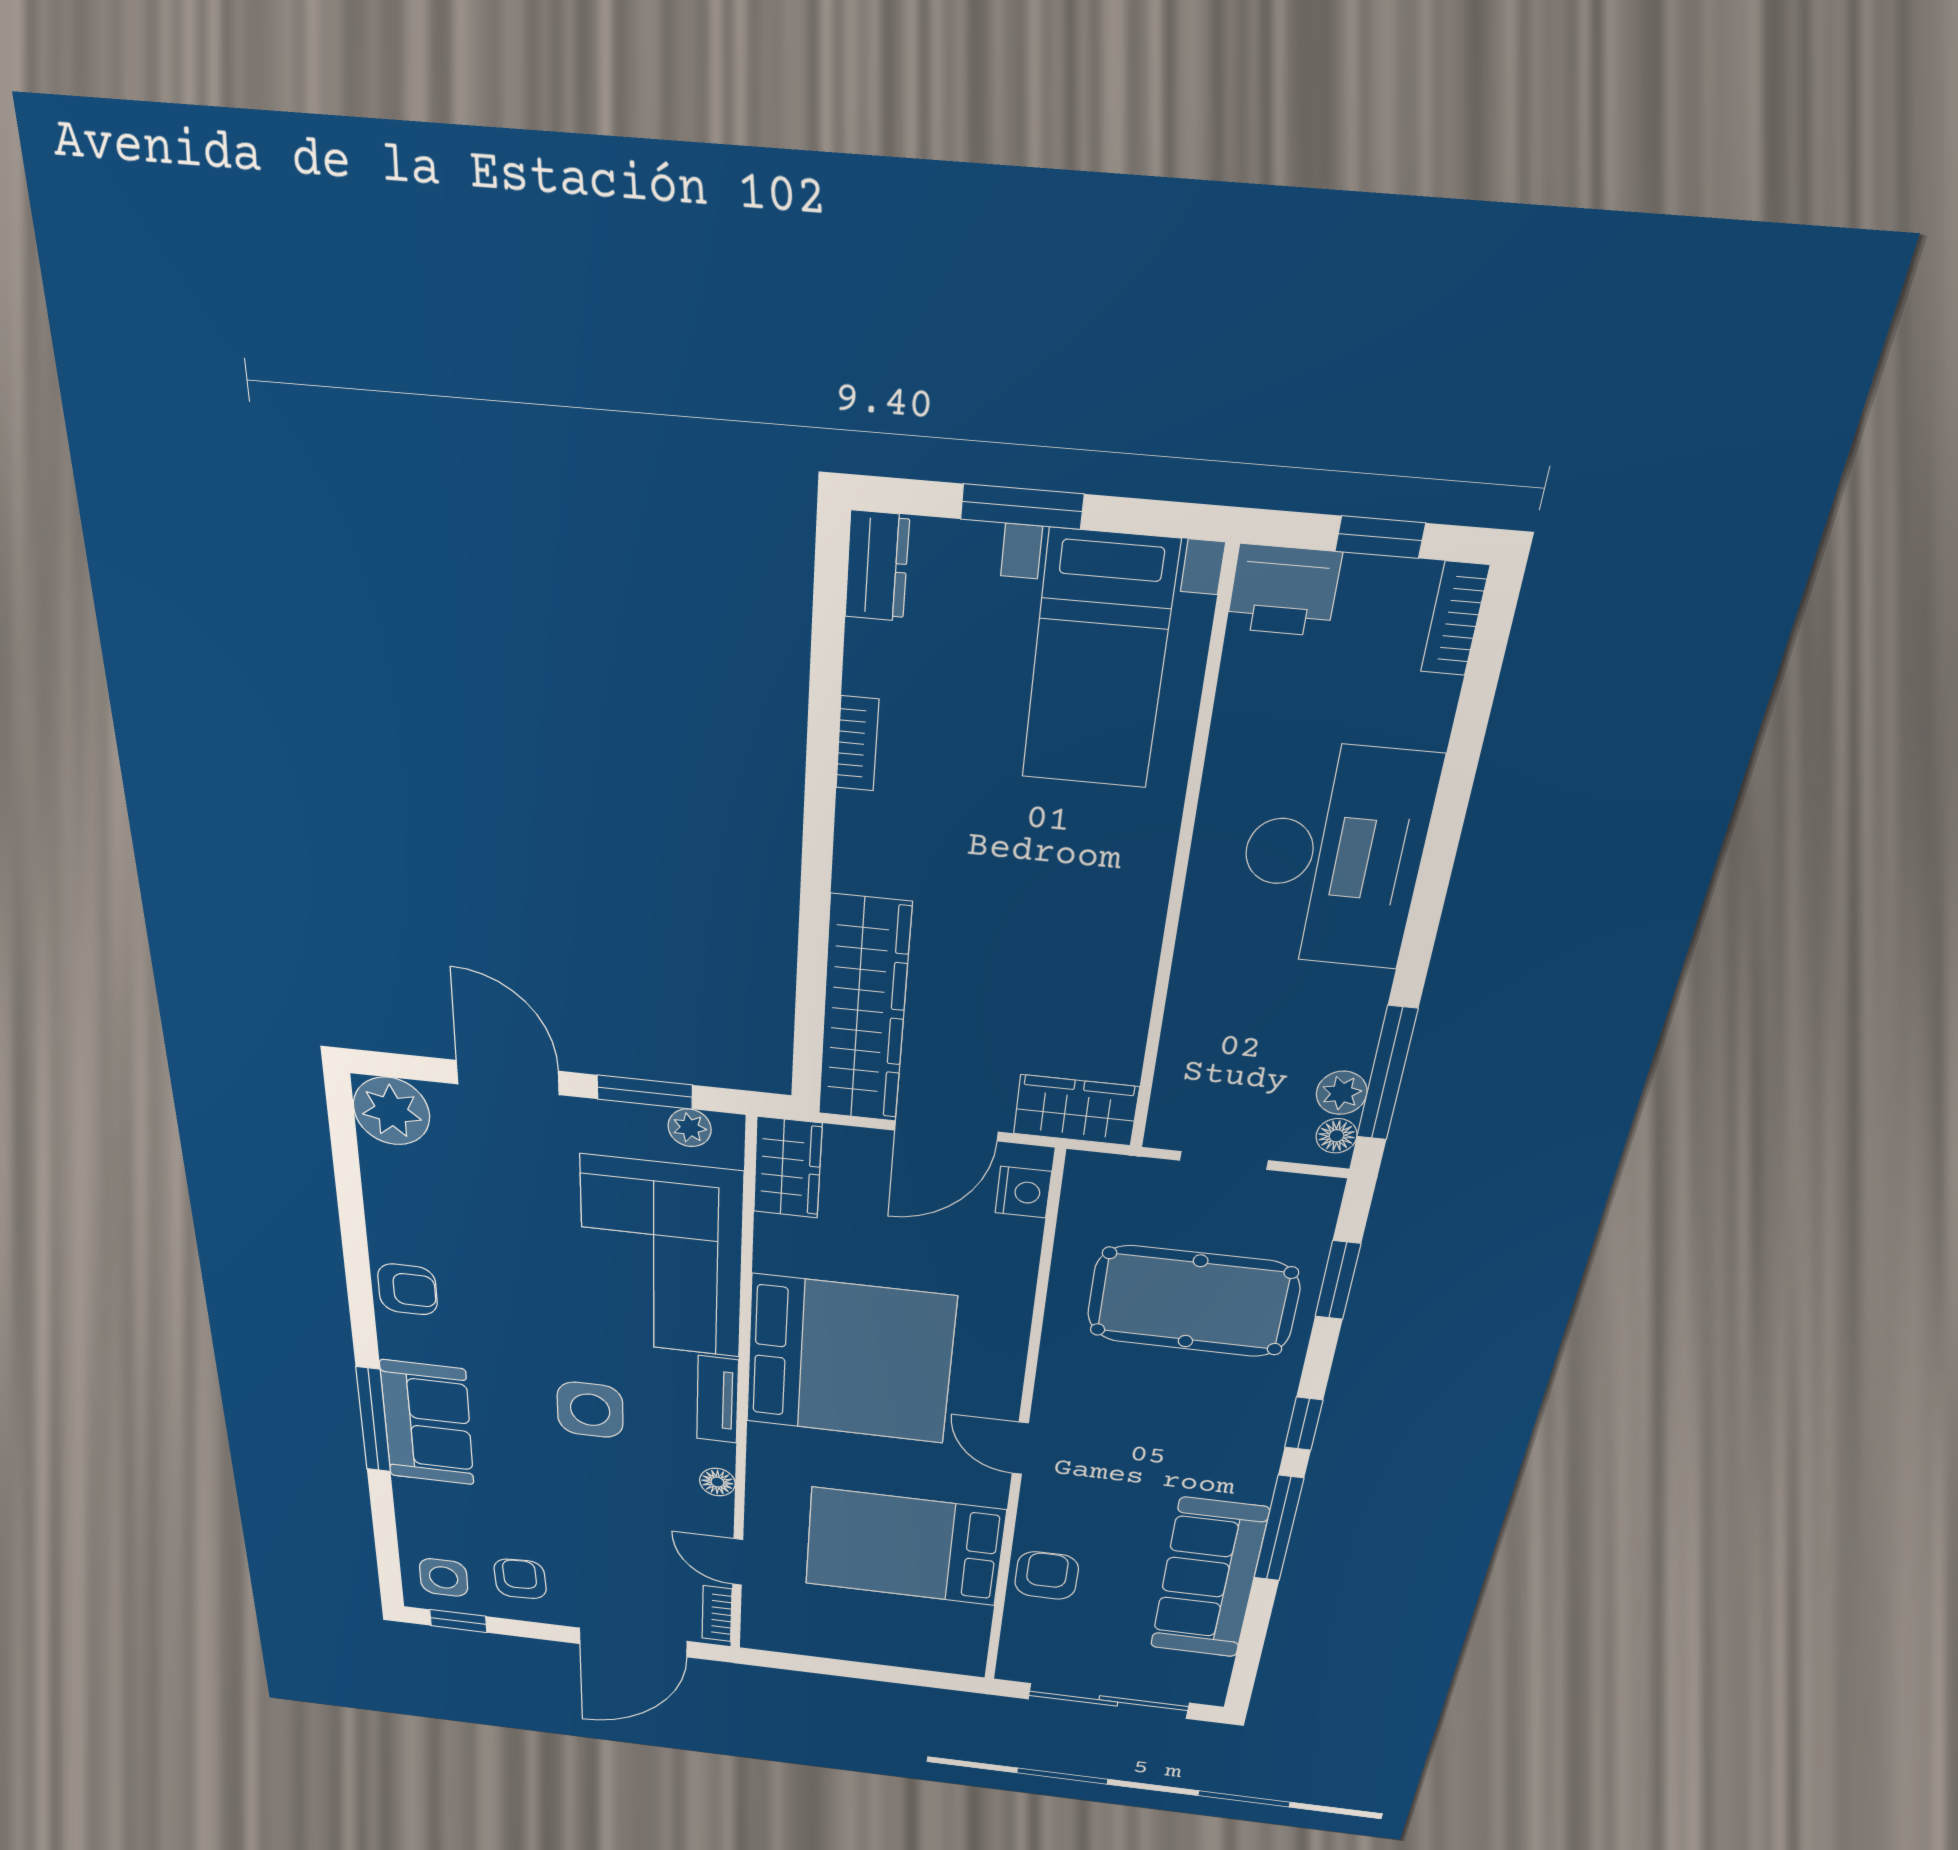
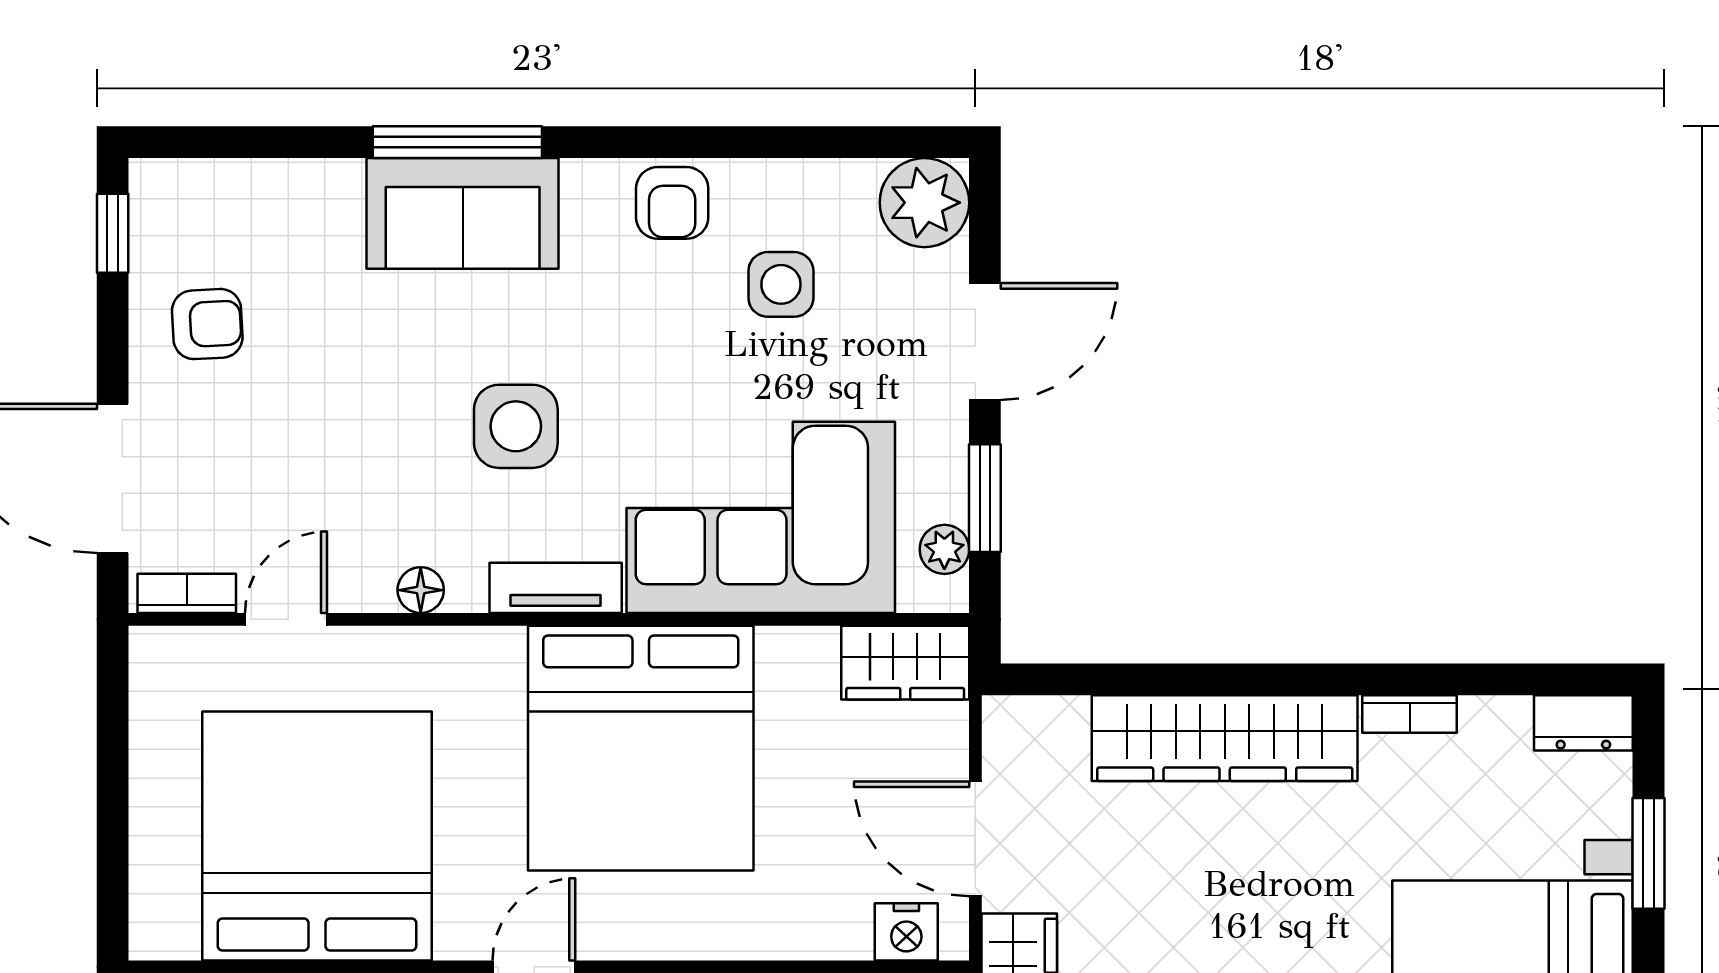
wardrobe: (864, 1011) -> (1225, 738), moved
bed: (904, 1547) -> (317, 836), width x1.36
side table: (444, 1577) -> (781, 284), moved

